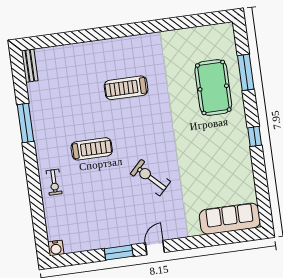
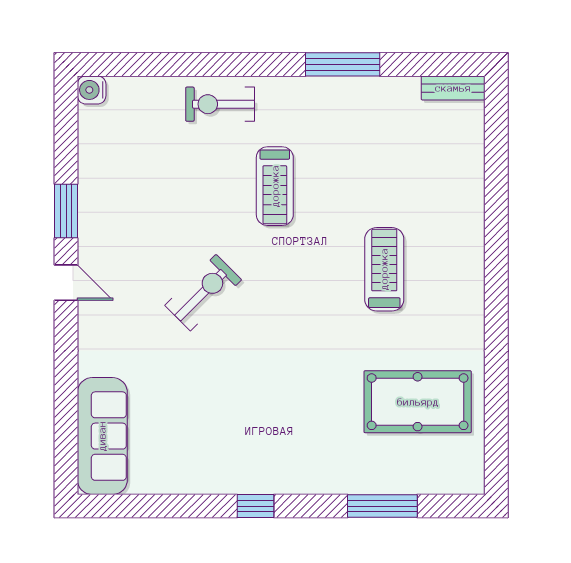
pool table: (213, 88) -> (418, 402), moved
exercise bike: (54, 182) -> (220, 104), width x1.38, depth x1.39

